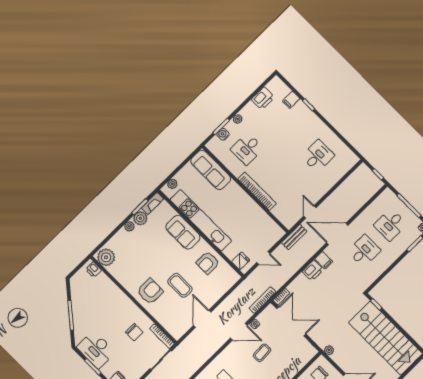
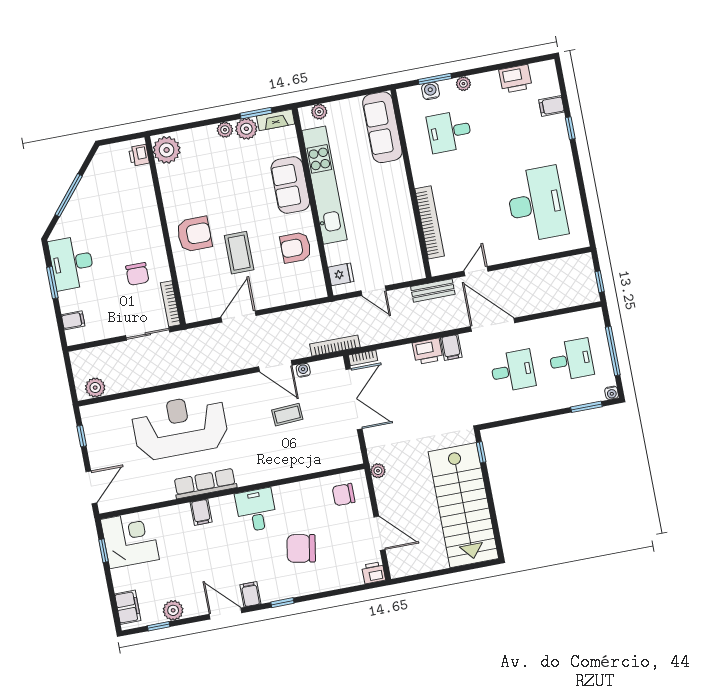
desk: (318, 156) -> (537, 204), width x1.87, depth x1.30
bookcase: (257, 191) -> (430, 222), moved
desk: (390, 225) -> (571, 360), turned 180

